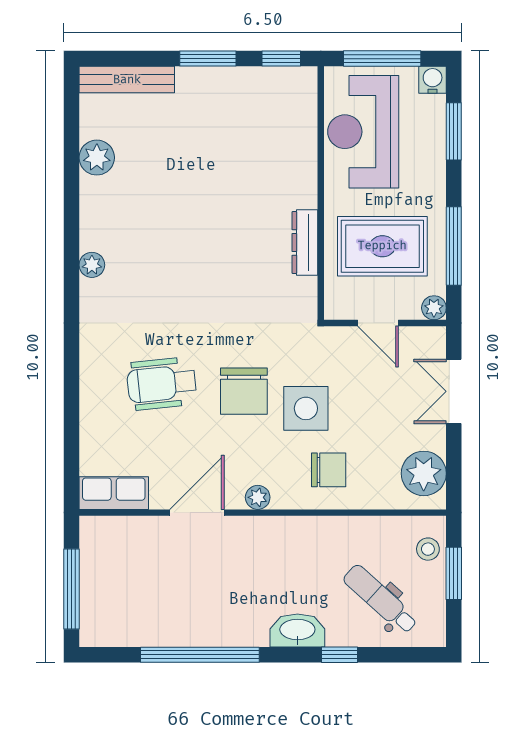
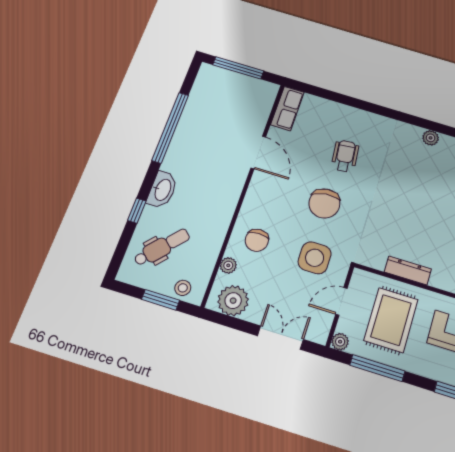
wheelchair: (162, 384) -> (345, 156), width x0.73, depth x0.73
chair: (244, 391) -> (324, 203), turned -96
side table: (306, 408) -> (315, 258), moved
plant: (258, 497) -> (228, 265), moved

